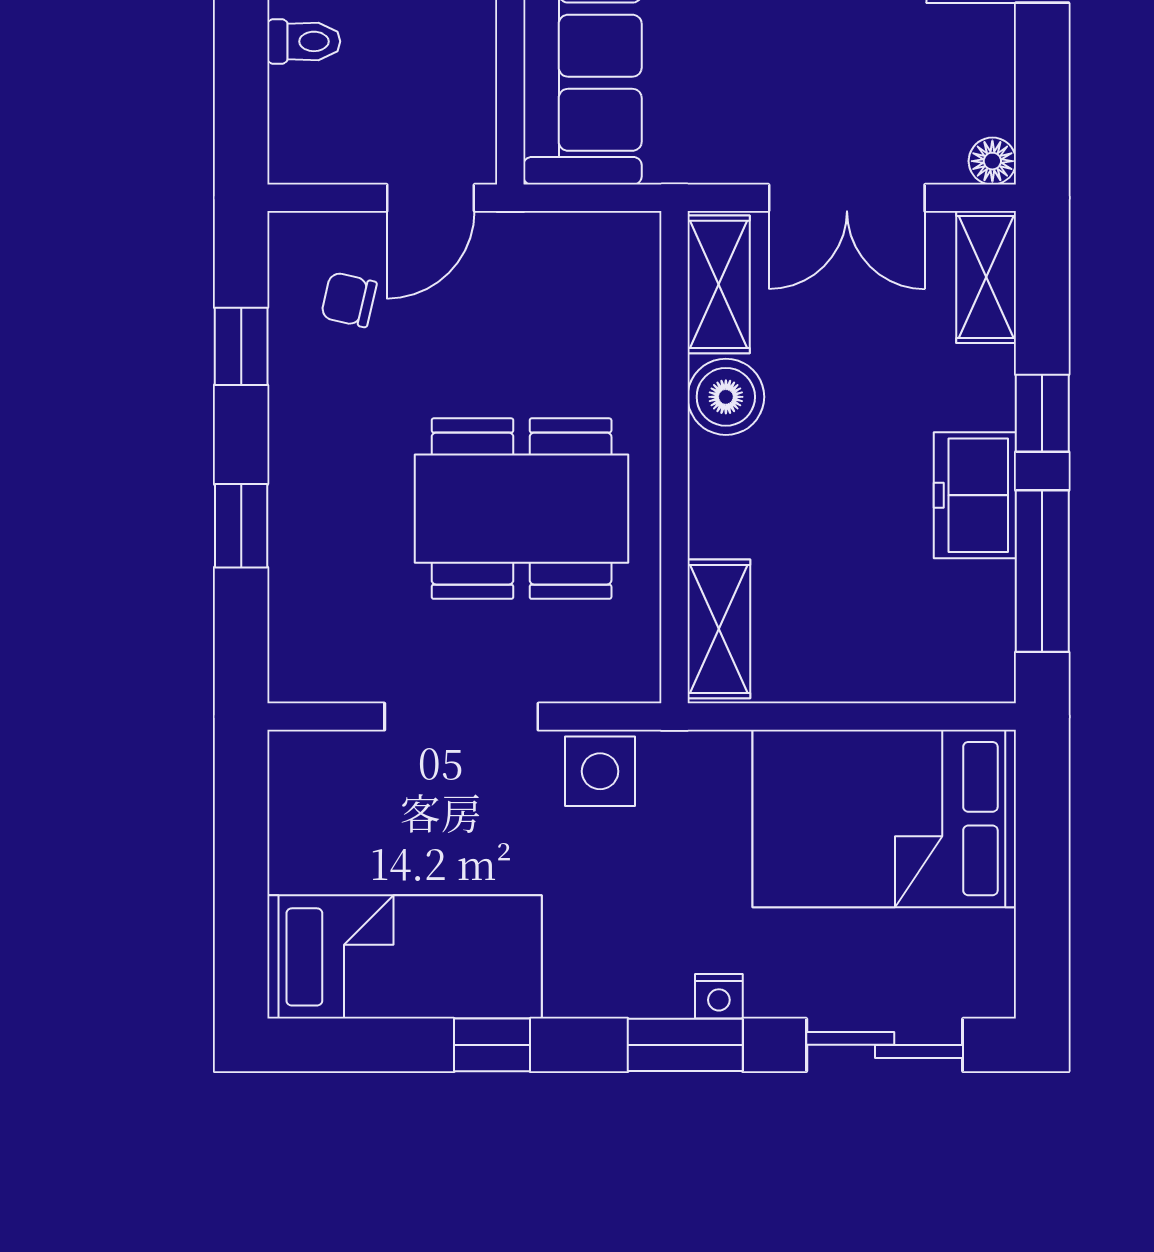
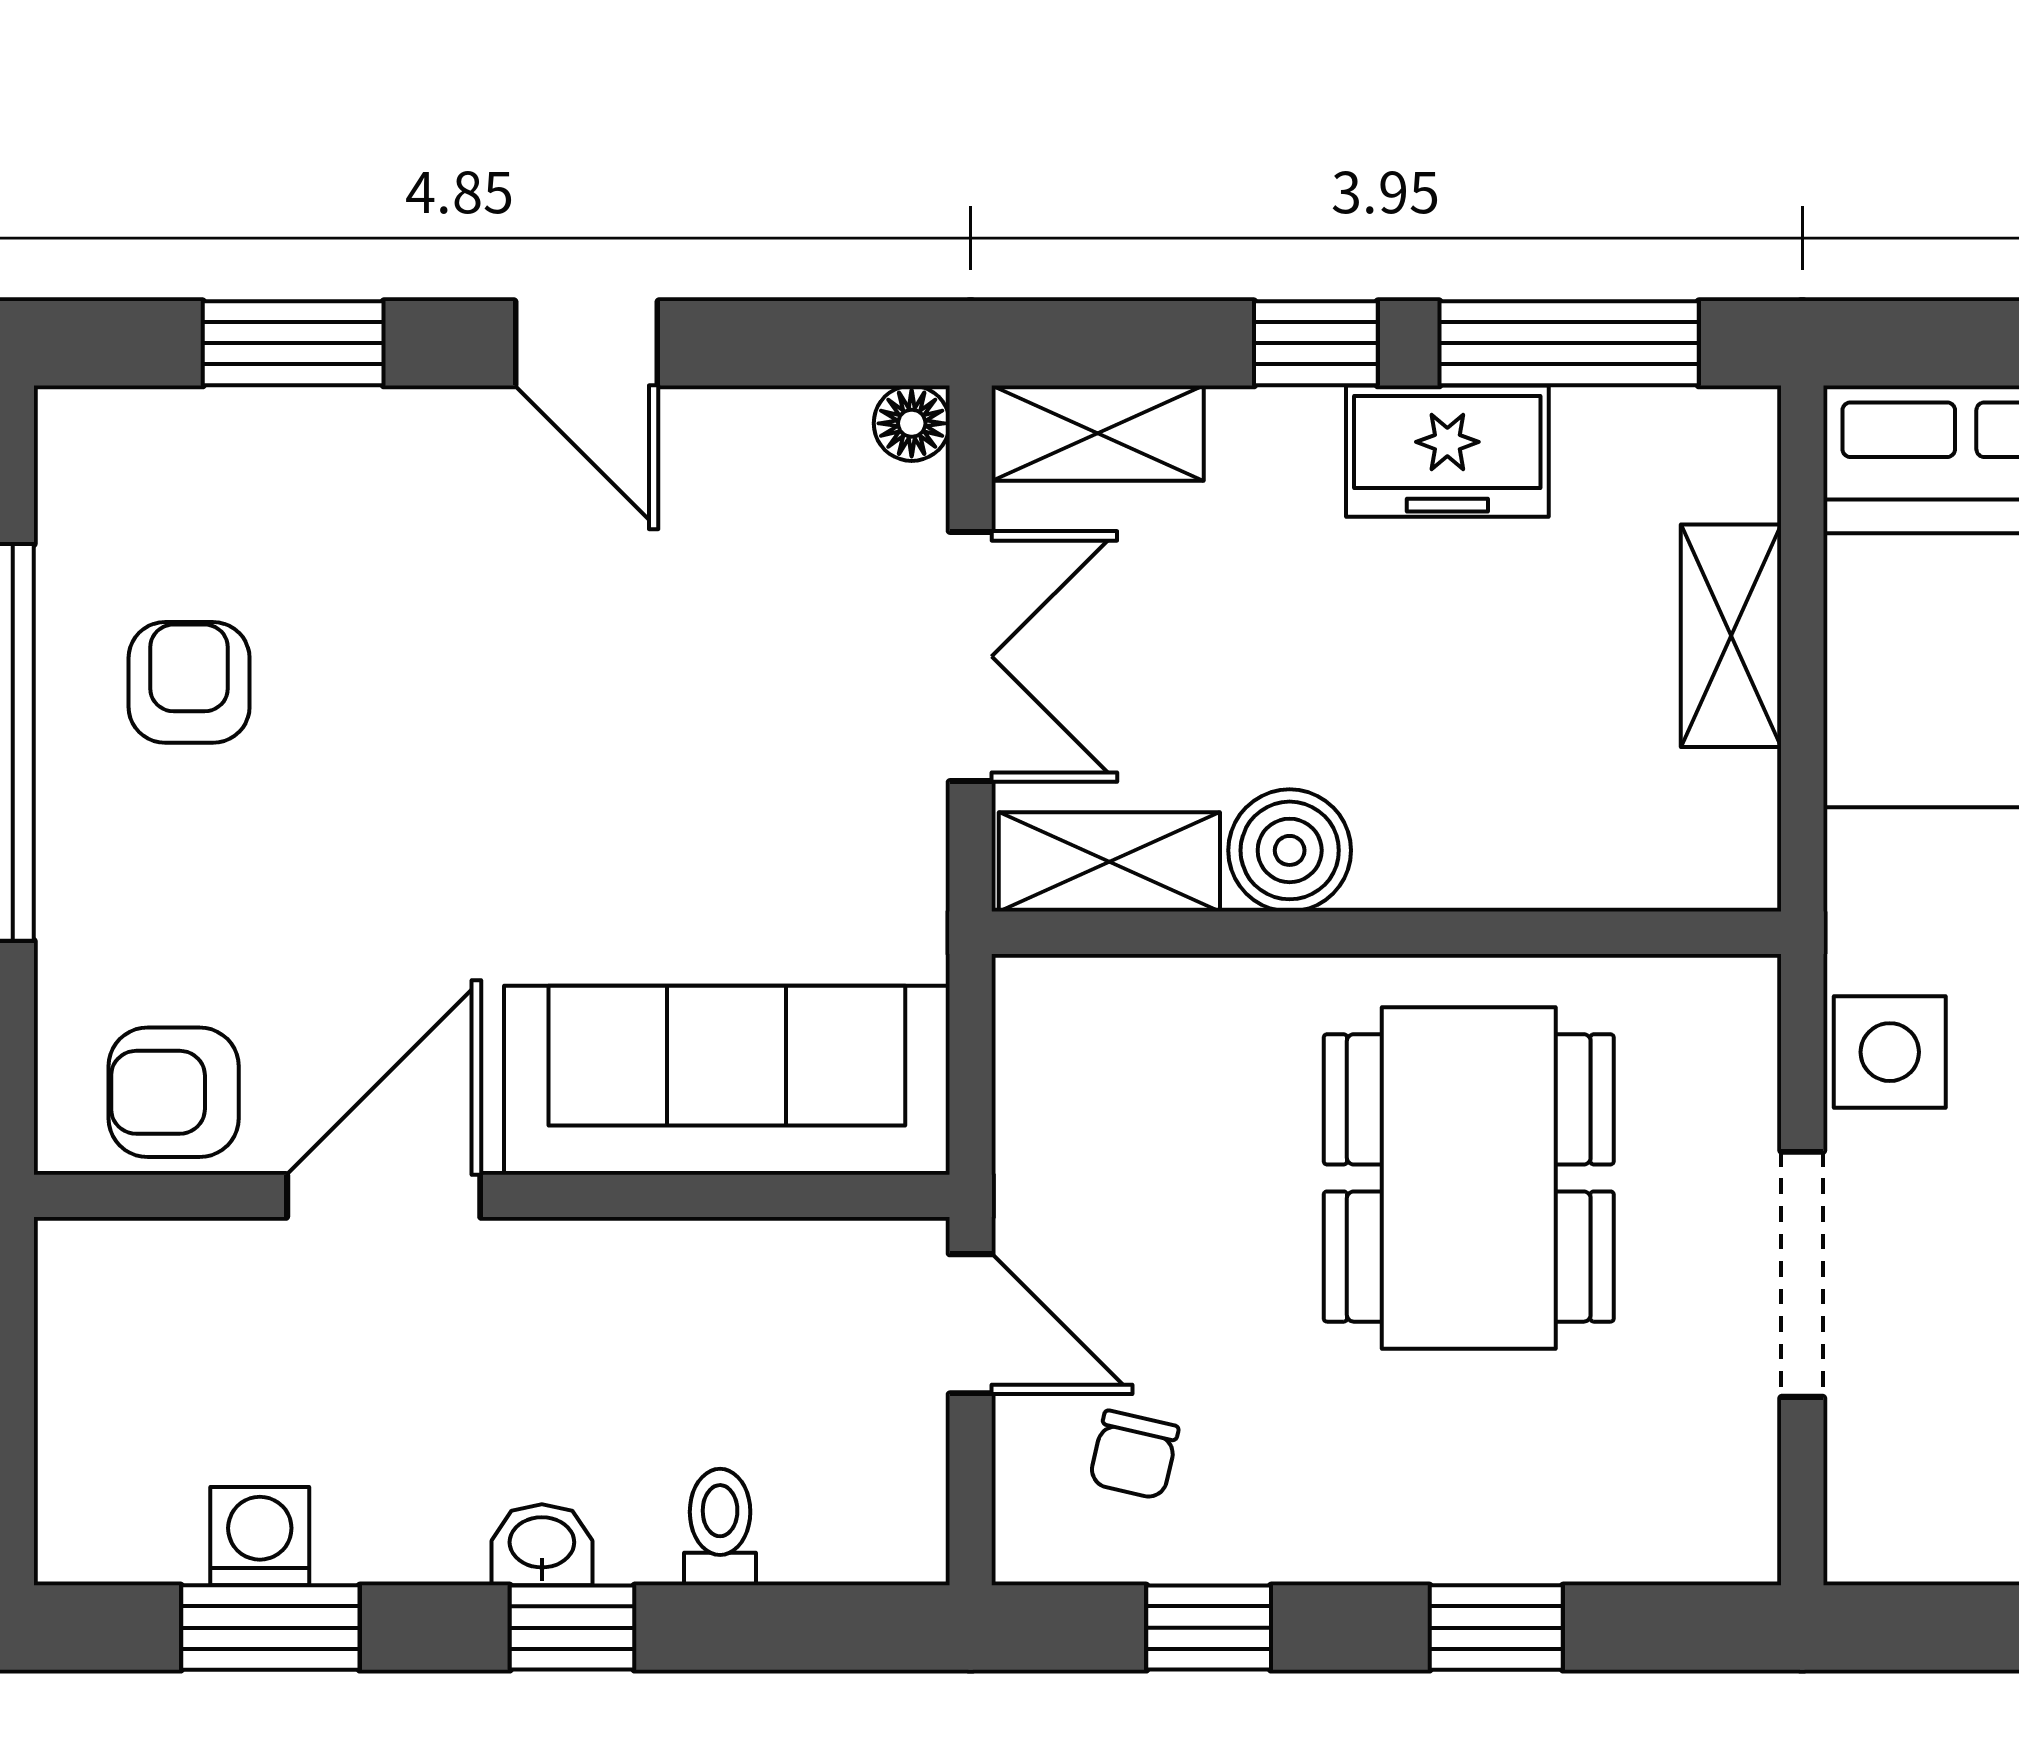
shelving: (719, 629) -> (1731, 636), moved, turned 90

